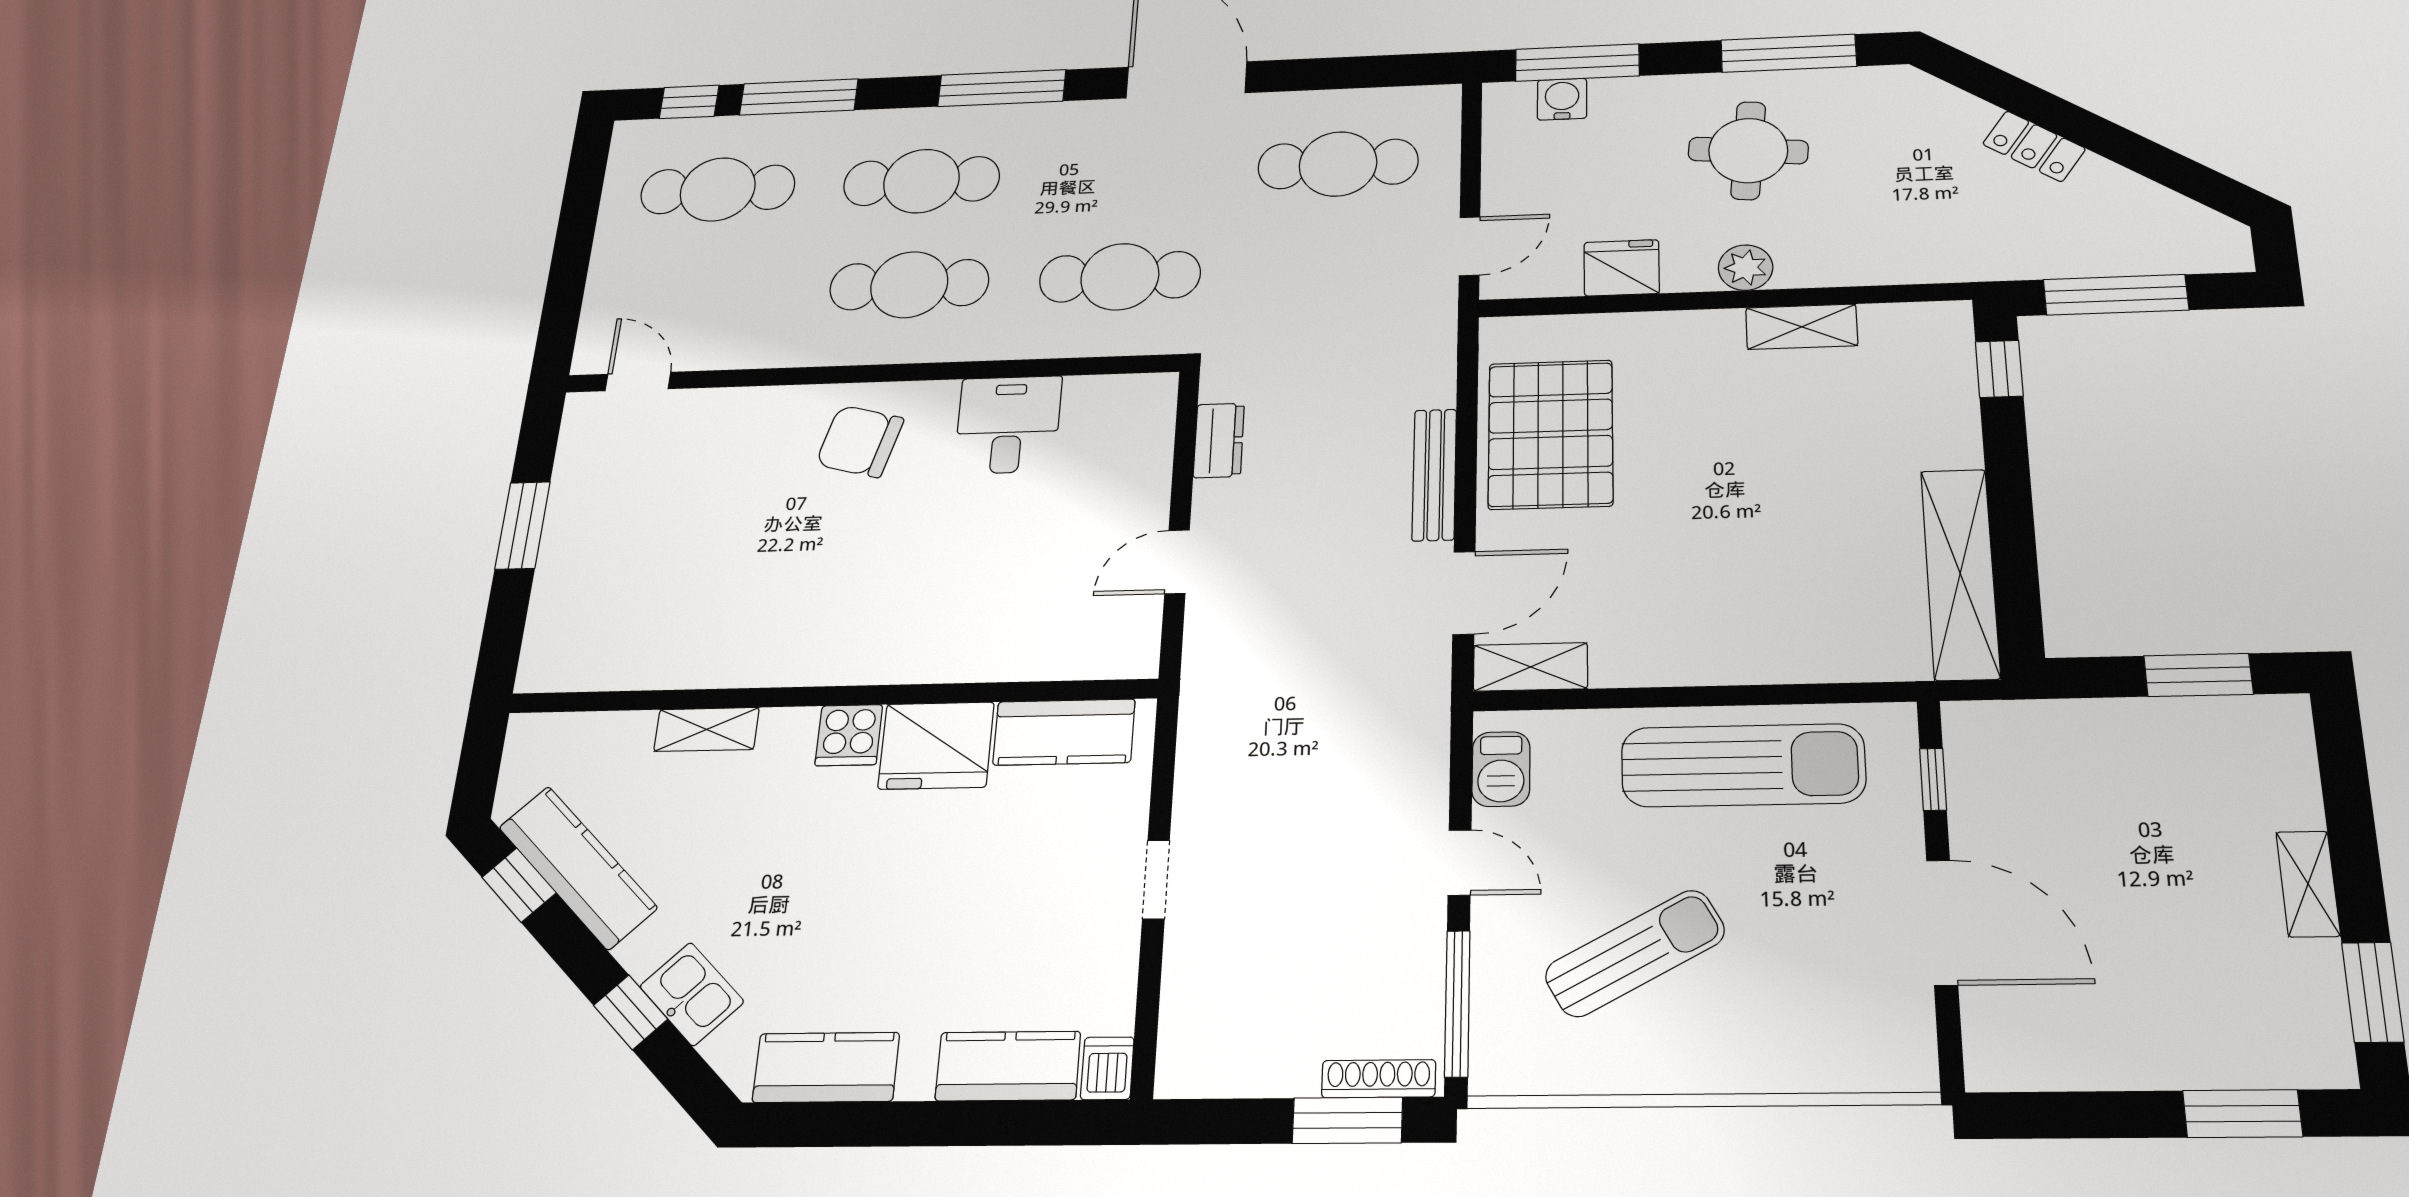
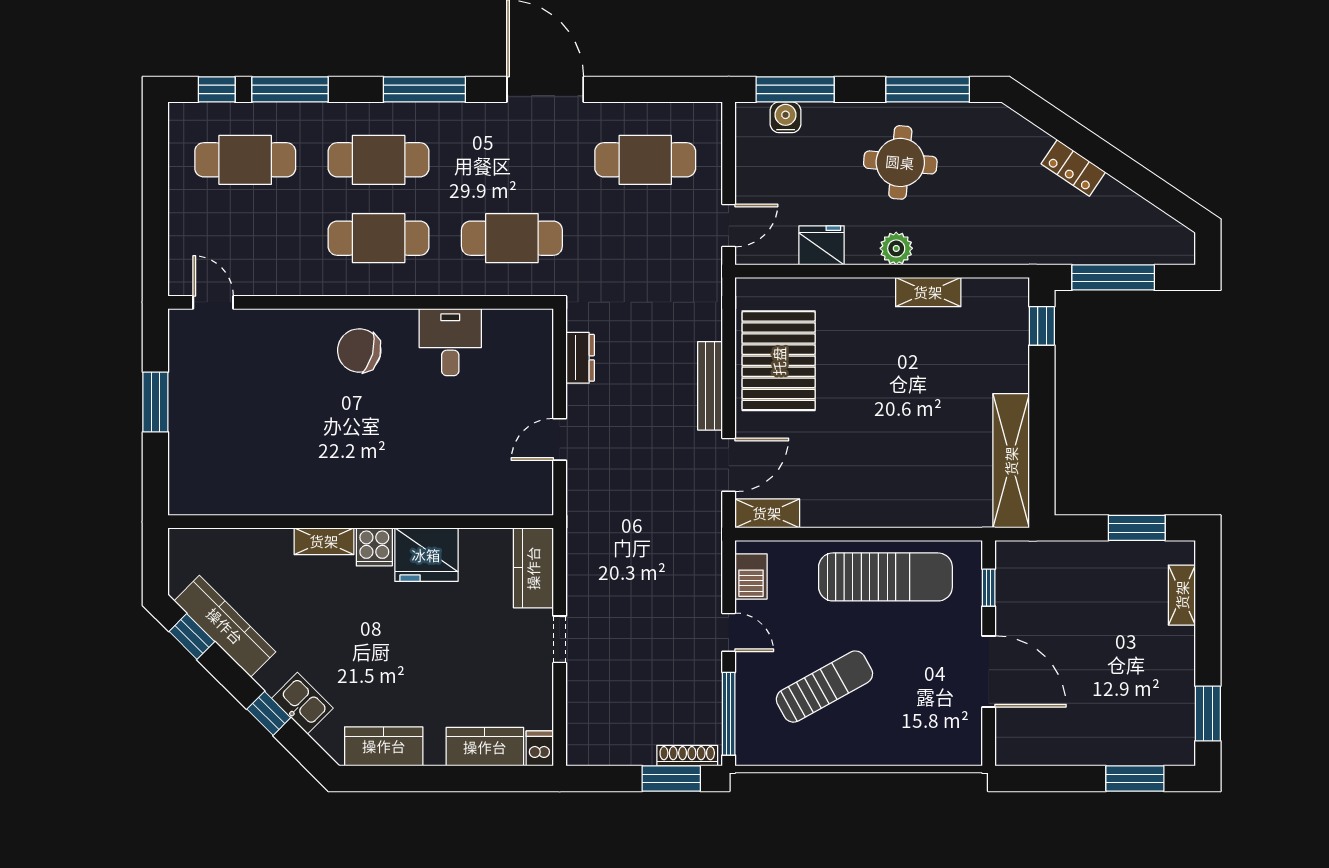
shelving: (707, 729) -> (324, 541), moved
kitchen counter: (1064, 732) -> (533, 568), moved, turned 90
shelving: (2308, 884) -> (1182, 595), moved

